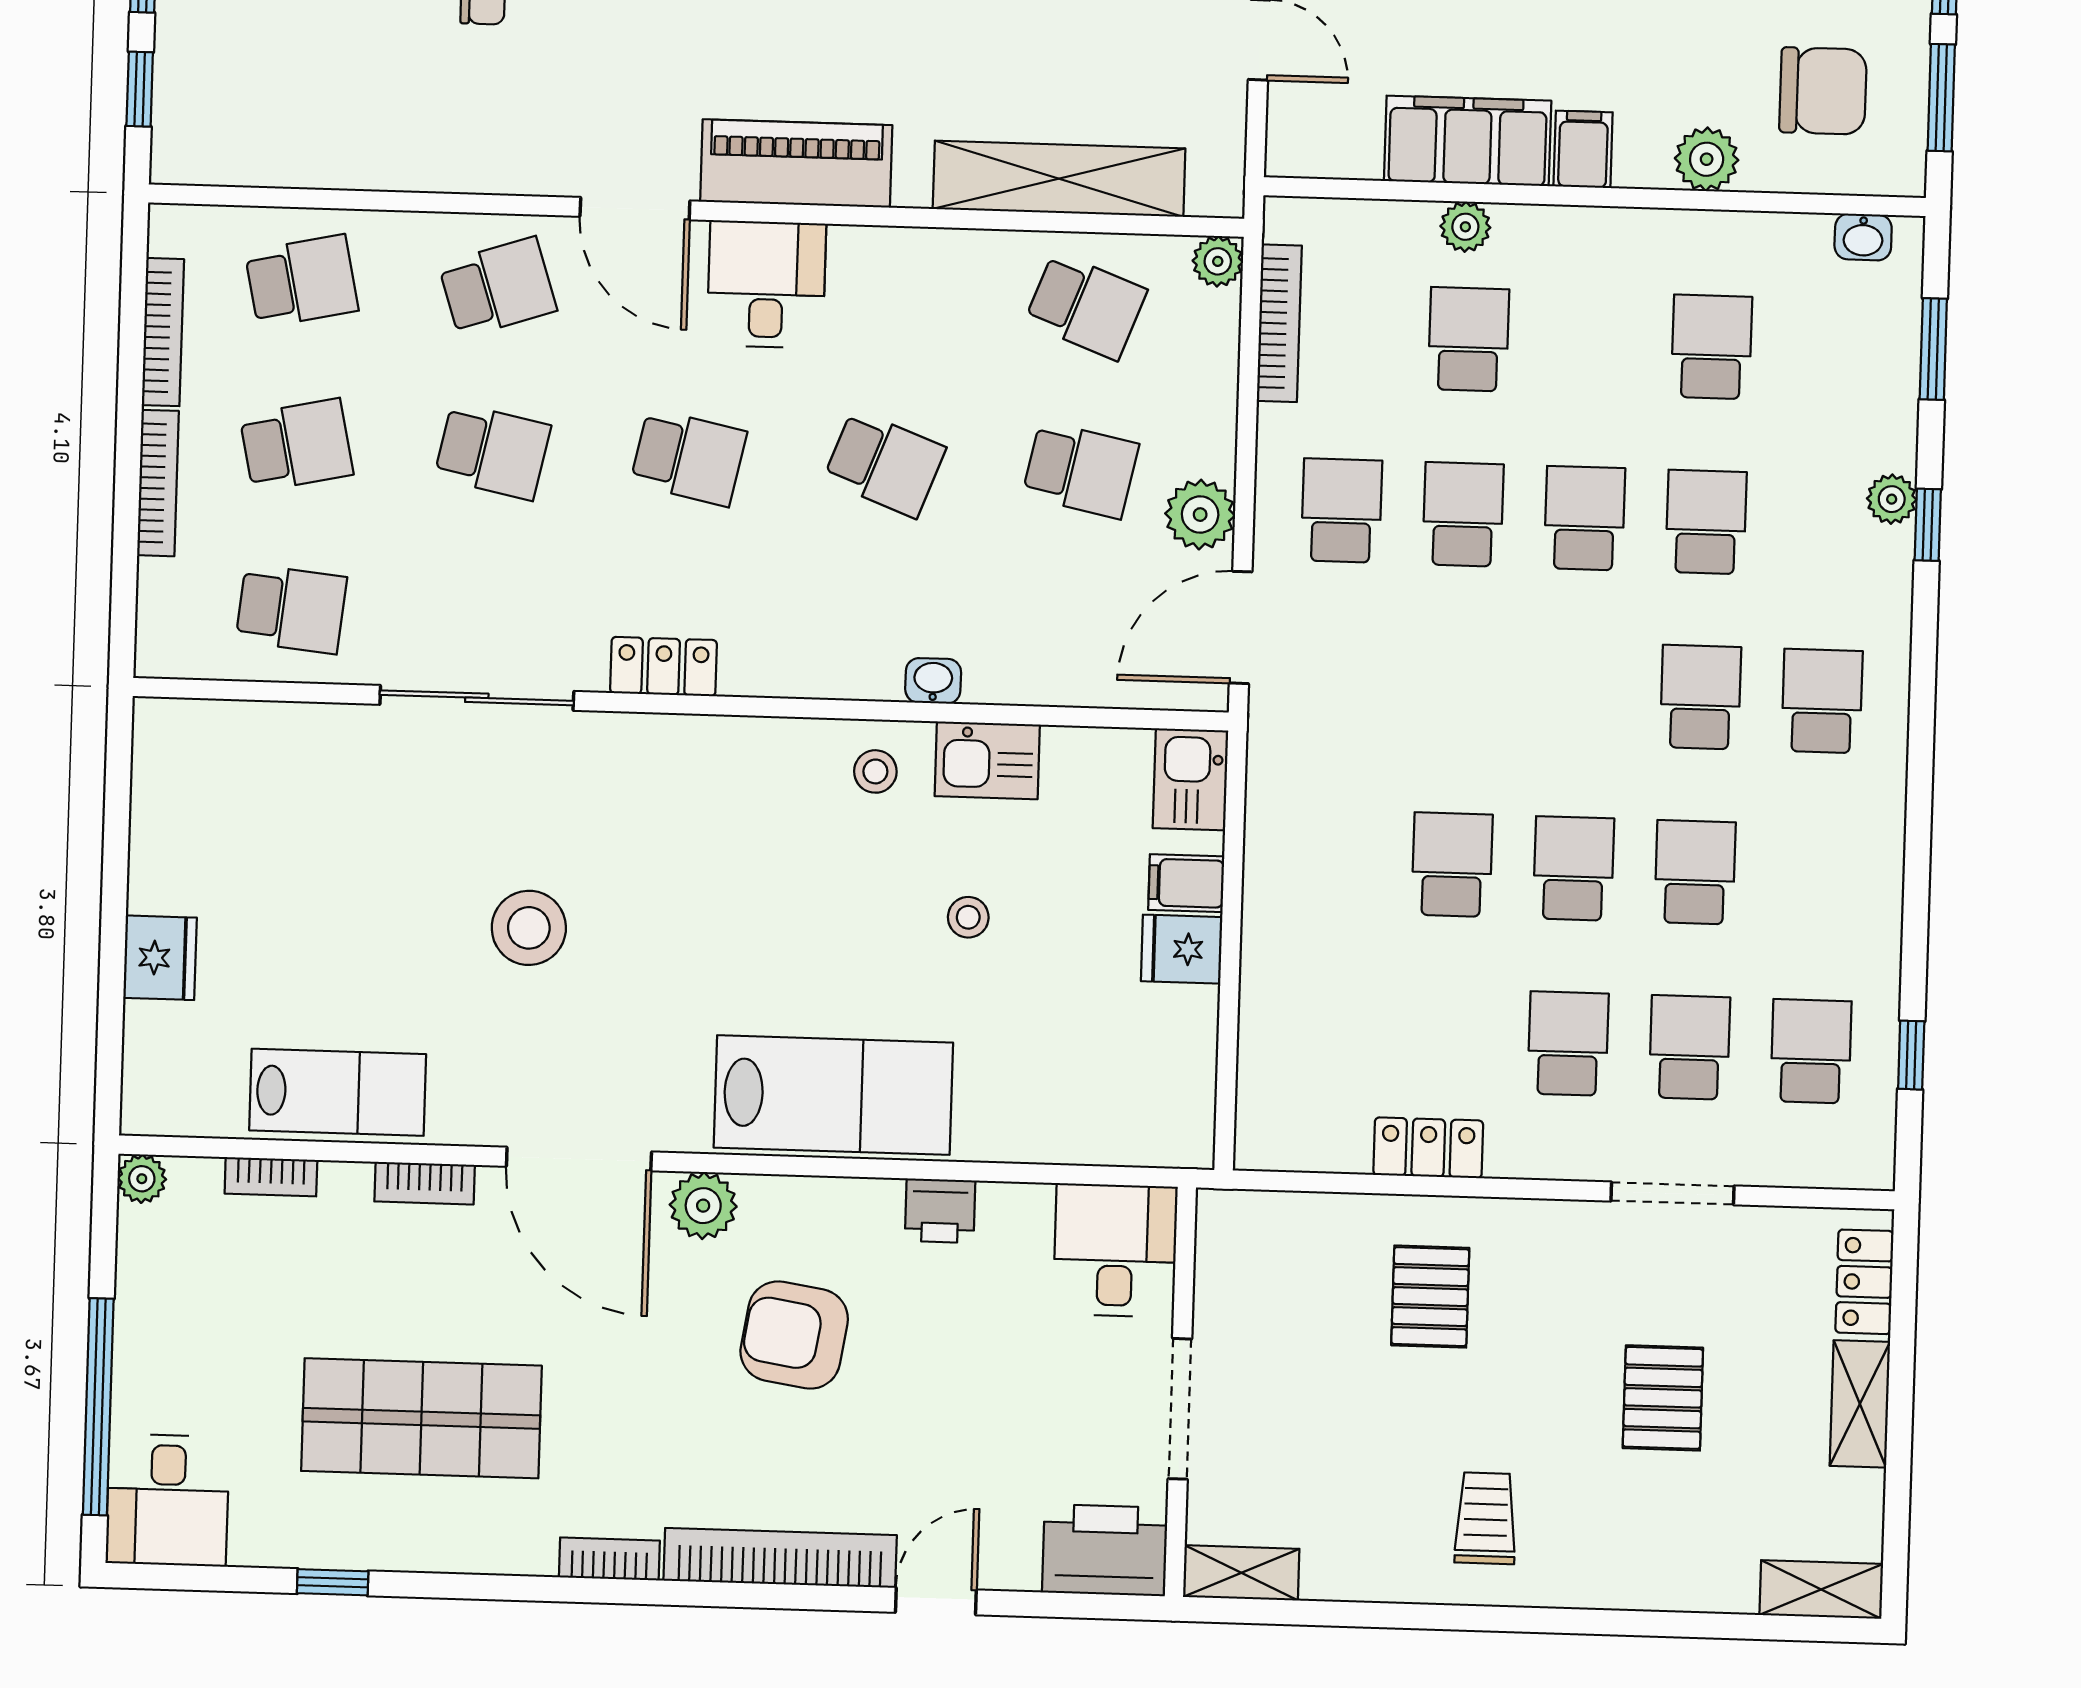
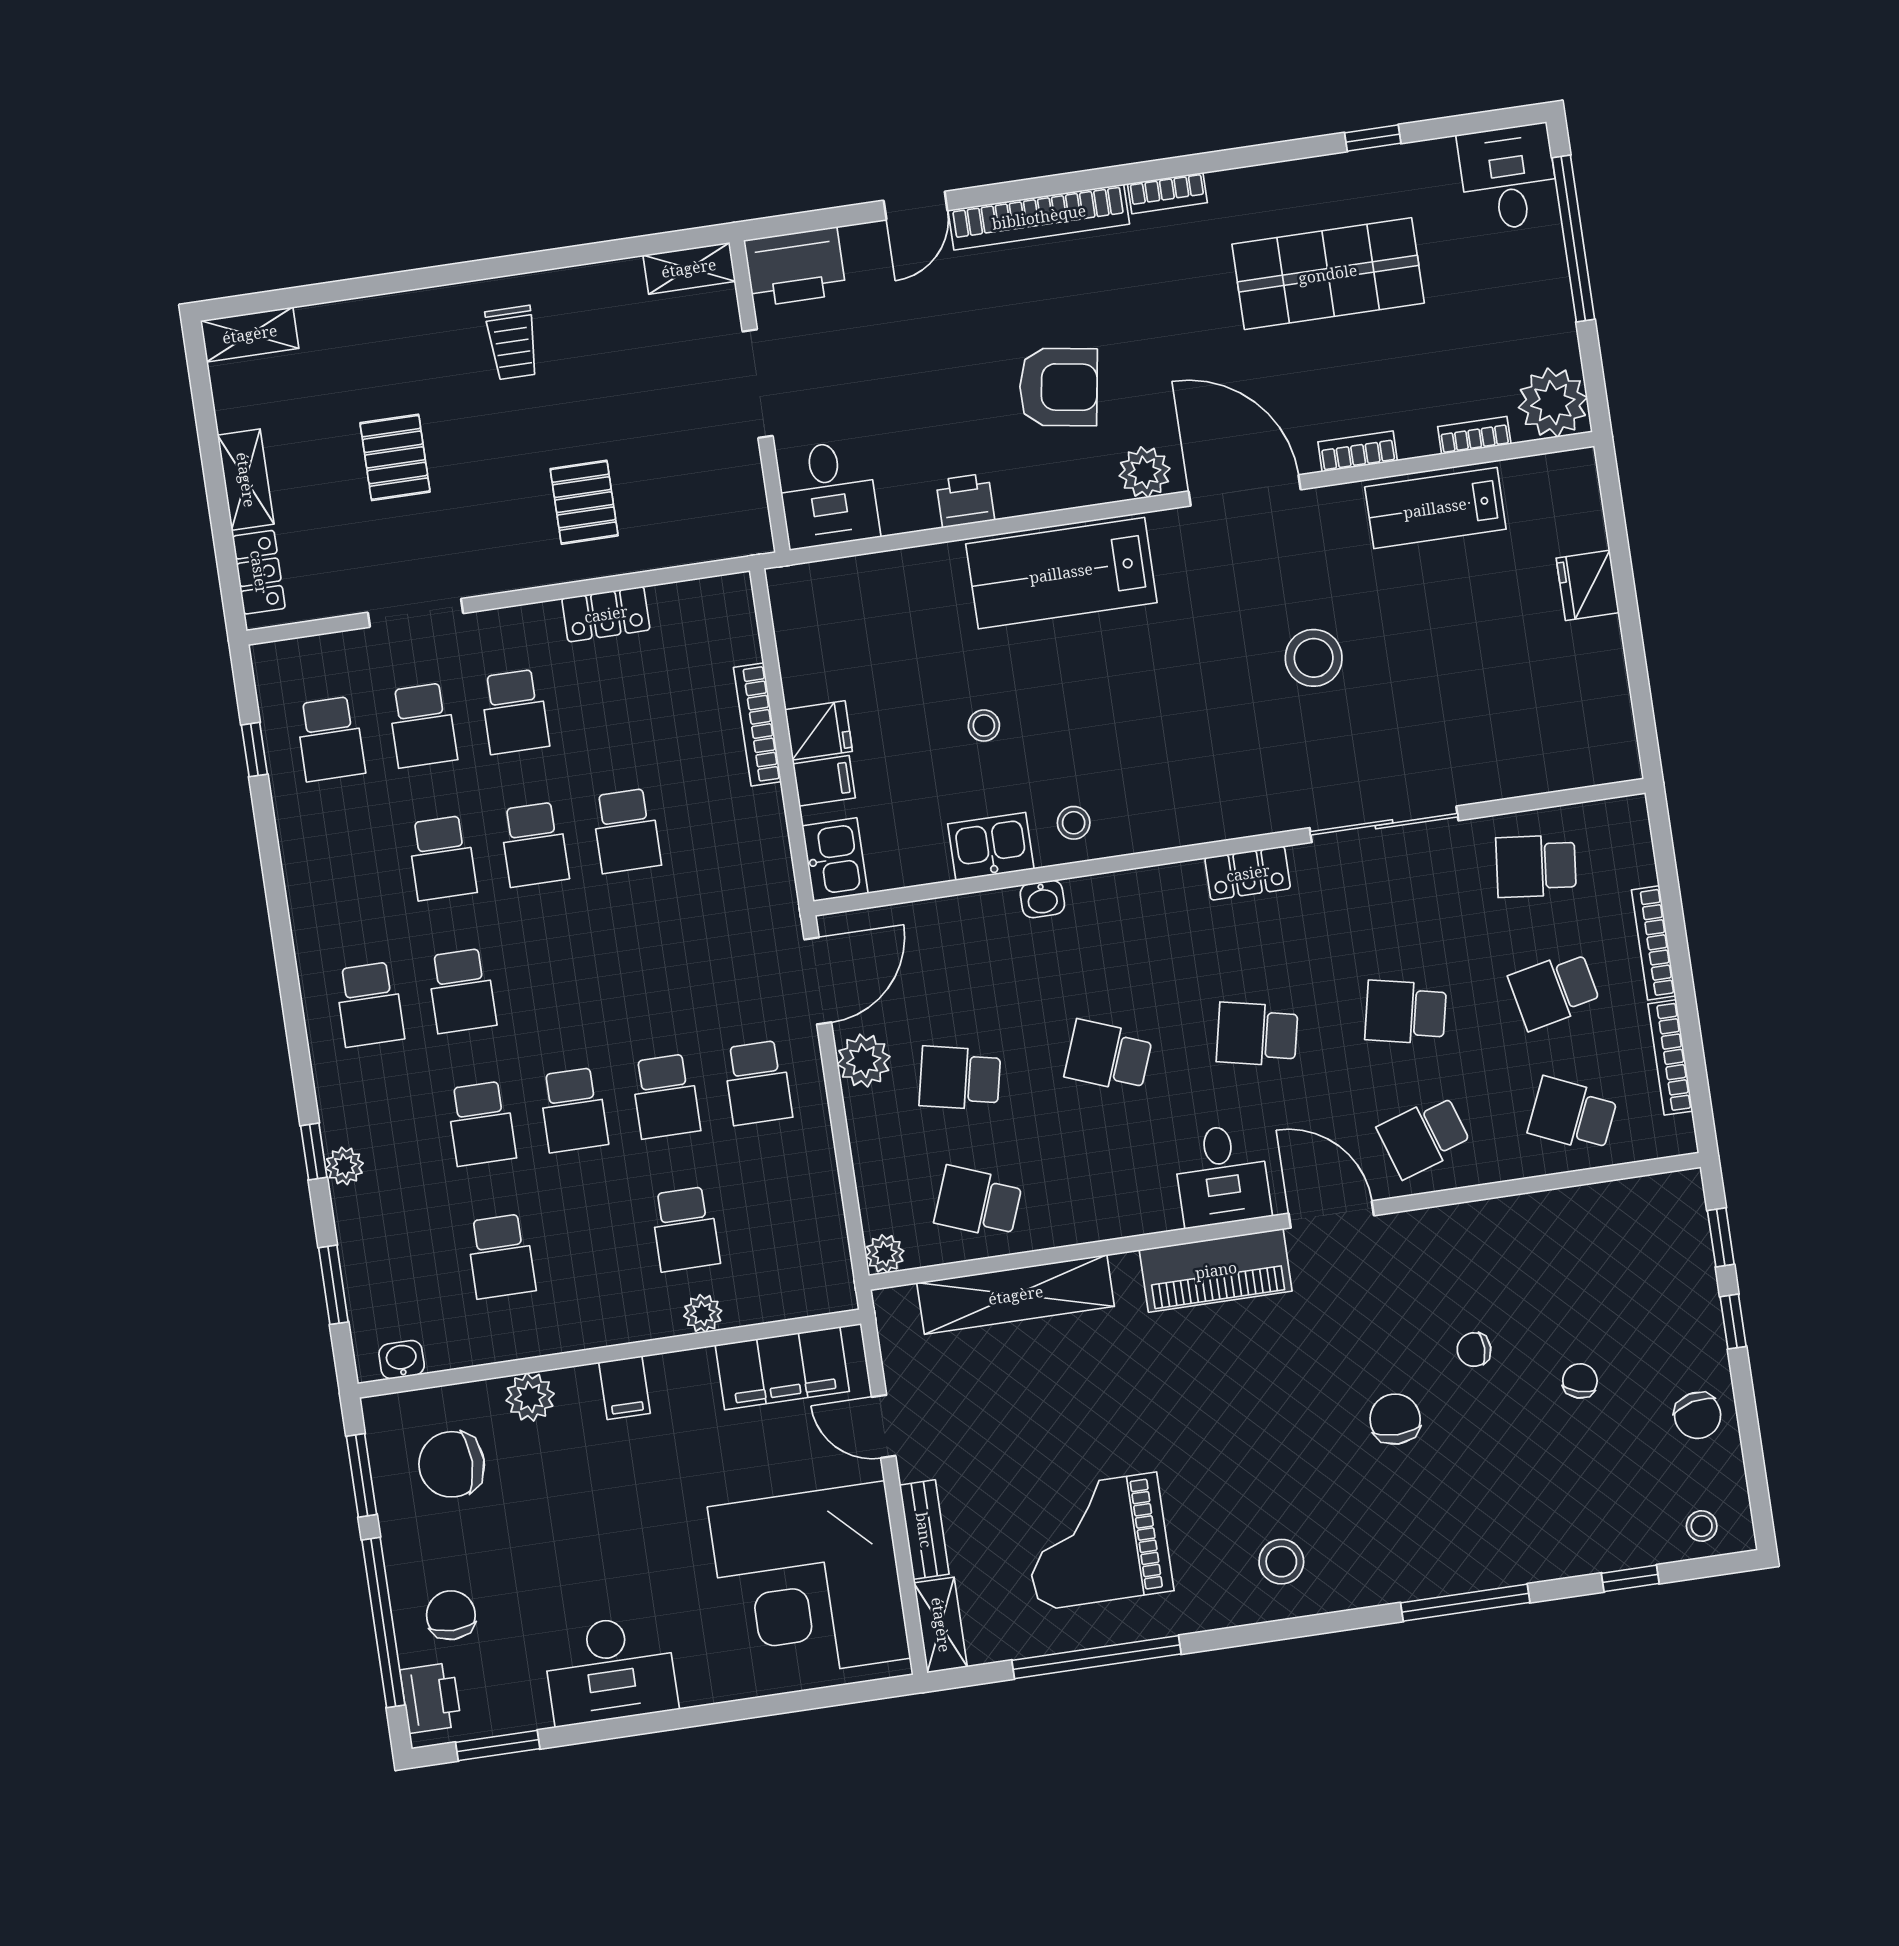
filing cabinet: (1468, 141) -> (782, 1368), moved
school desk: (302, 281) -> (1573, 1115), turned 36
bookcase: (1279, 323) -> (757, 725), moved
plant: (142, 1179) -> (1553, 403), width x1.87, depth x1.87

